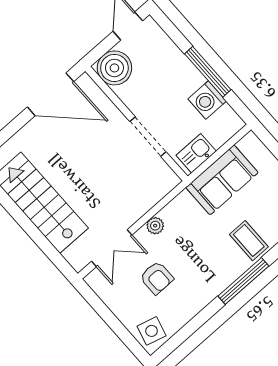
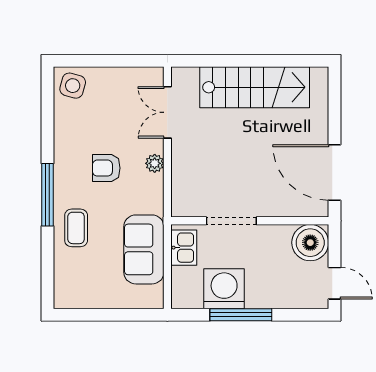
door: (51, 94) -> (334, 173), hinge flipped
washing machine: (207, 100) -> (224, 289), width x1.37, depth x1.37
coffee table: (249, 241) -> (76, 228), turned 90
armchair: (157, 278) -> (106, 168), moved

